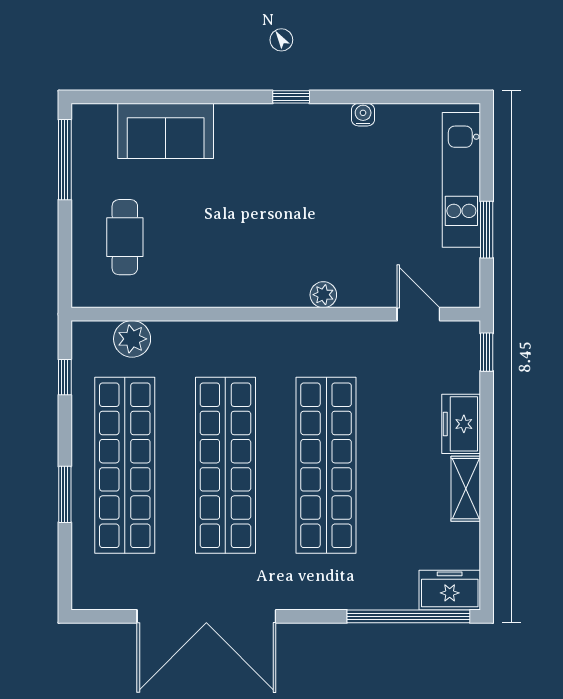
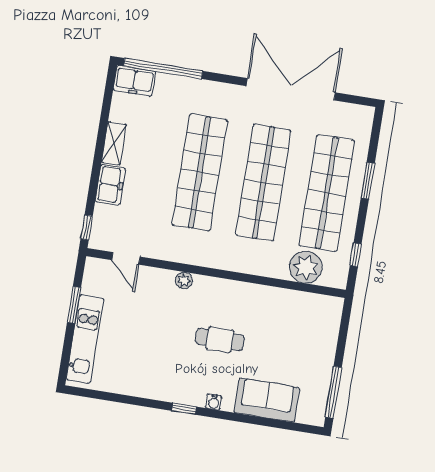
water cooler: (363, 115) -> (214, 402), moved
cafe table: (125, 237) -> (220, 339), moved, turned 90
plant: (132, 339) -> (306, 267), width x1.36, depth x1.36

